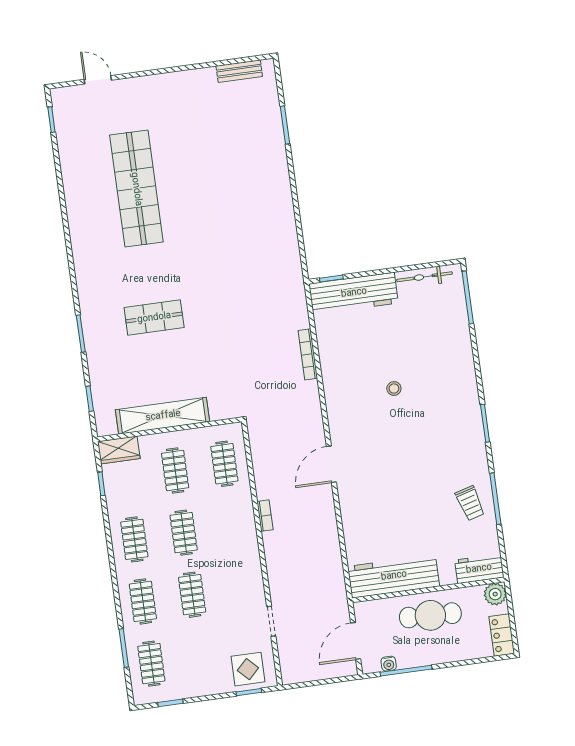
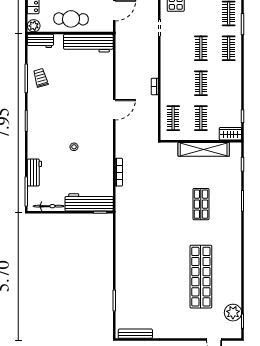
bench: (239, 71) -> (135, 334), width x1.36
plant: (71, 132) -> (233, 313), added
shop shelf: (154, 318) -> (201, 204), turned 90
workbench: (458, 333) -> (34, 172), added
clothes rail: (134, 539) -> (229, 83), removed

